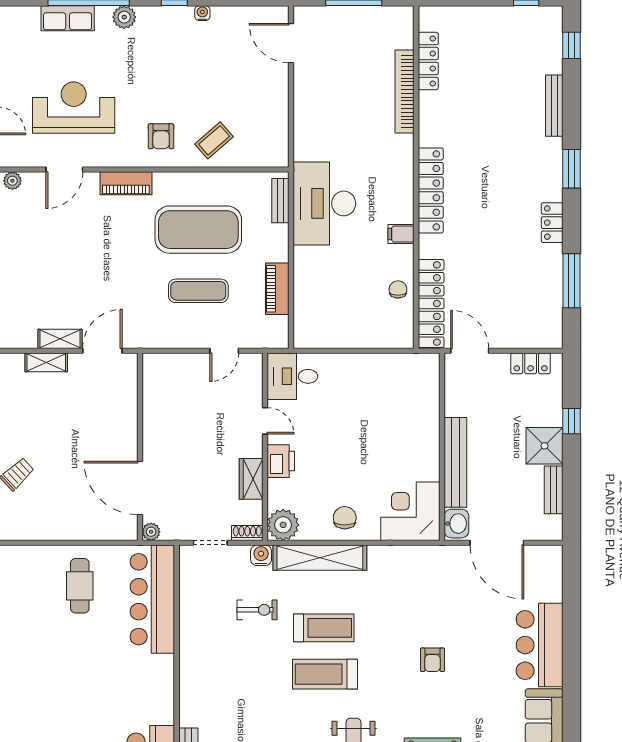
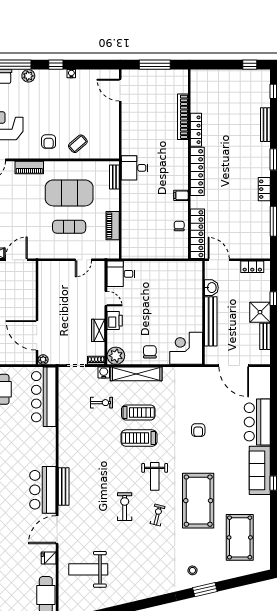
locker: (428, 61) -> (196, 130), moved
desk: (324, 203) -> (135, 168), width x0.53, depth x0.77
washbasin: (456, 524) -> (211, 288), moved

